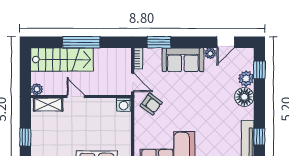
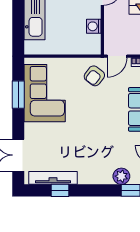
floor lamp: (244, 97) -> (102, 174), removed
washing machine: (124, 105) -> (94, 26), moved

